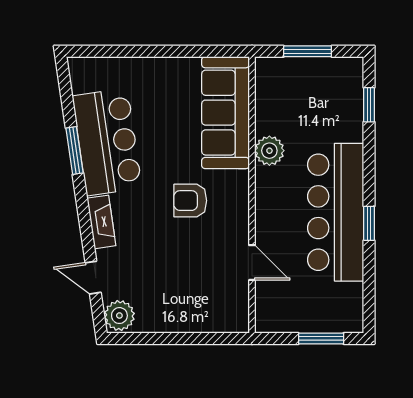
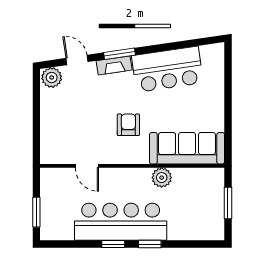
window: (369, 105) -> (150, 244), moved
window: (75, 151) -> (119, 54), moved
door: (252, 263) -> (87, 166), hinge flipped
door: (93, 278) -> (77, 60), hinge flipped

